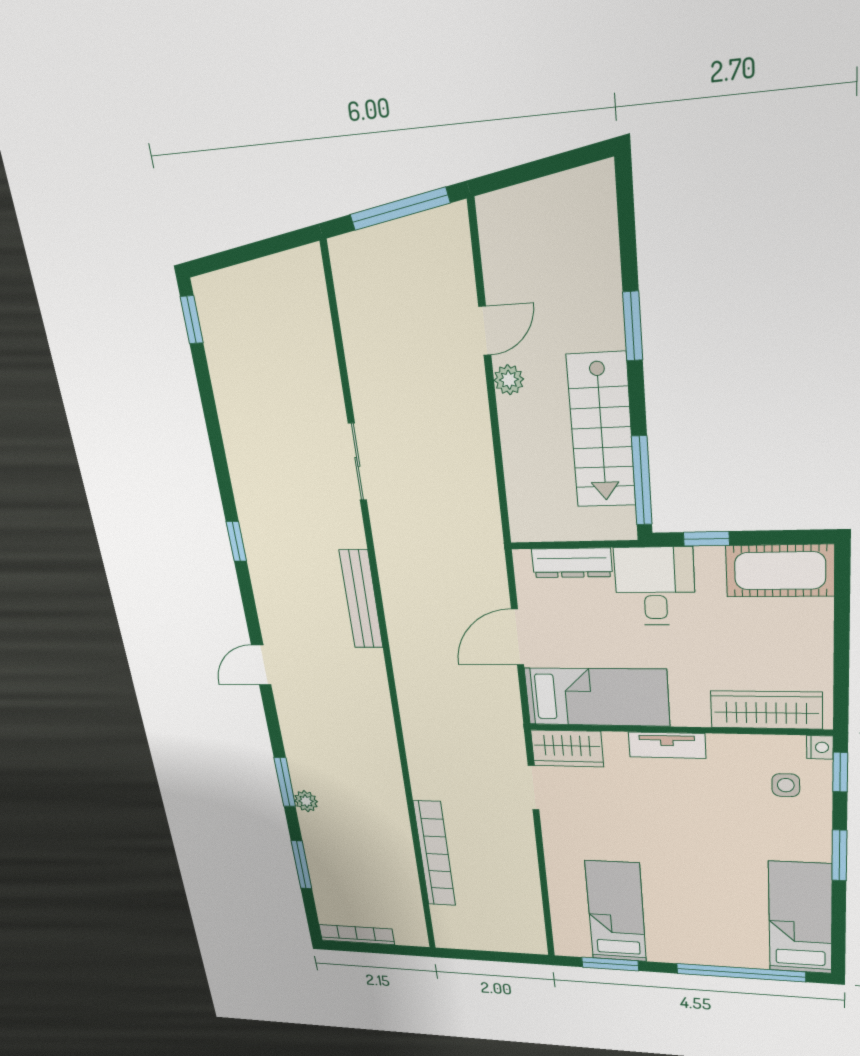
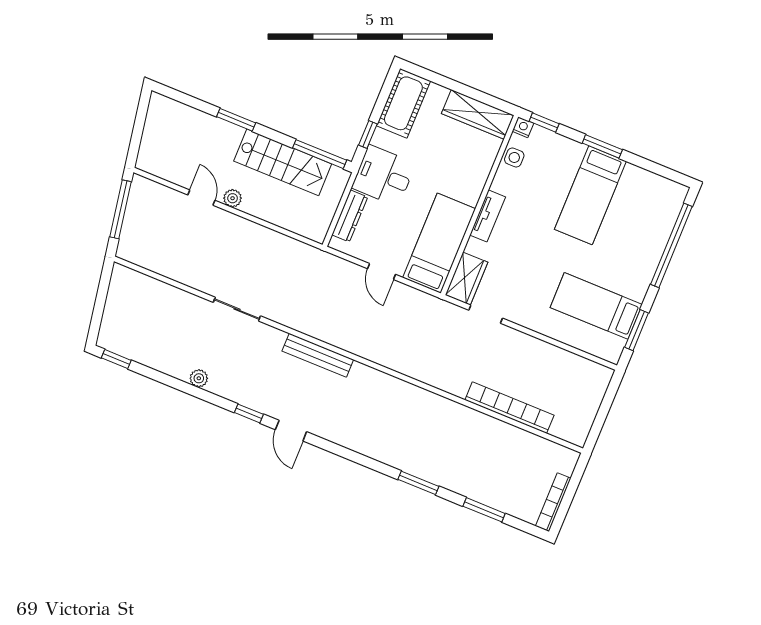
door: (517, 637) -> (382, 272), width x0.73
door: (261, 665) -> (291, 431), moved
wardrobe: (766, 710) -> (478, 114), moved, turned -90
side table: (786, 785) -> (514, 157), moved
plant: (306, 801) -> (199, 378), moved
bed: (800, 918) -> (590, 195), moved, turned -90

